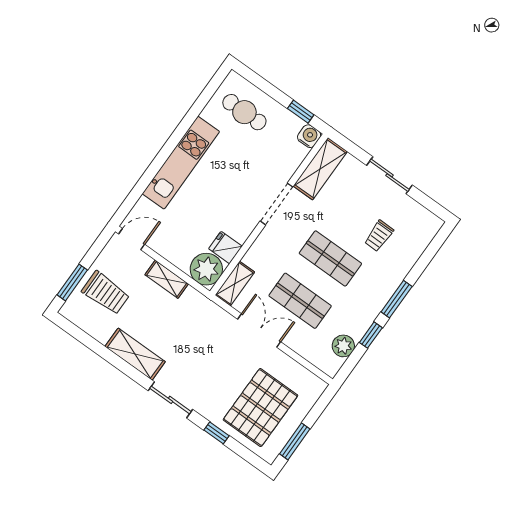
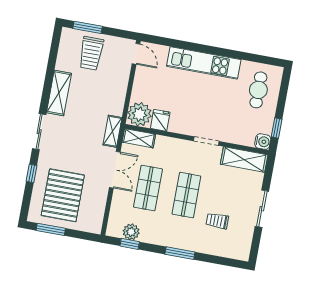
doorway: (276, 204) -> (206, 141), width x0.73
shelving: (167, 279) -> (112, 131), moved
window: (371, 335) -> (130, 244), moved
pallet: (260, 408) -> (63, 195), turned 90

